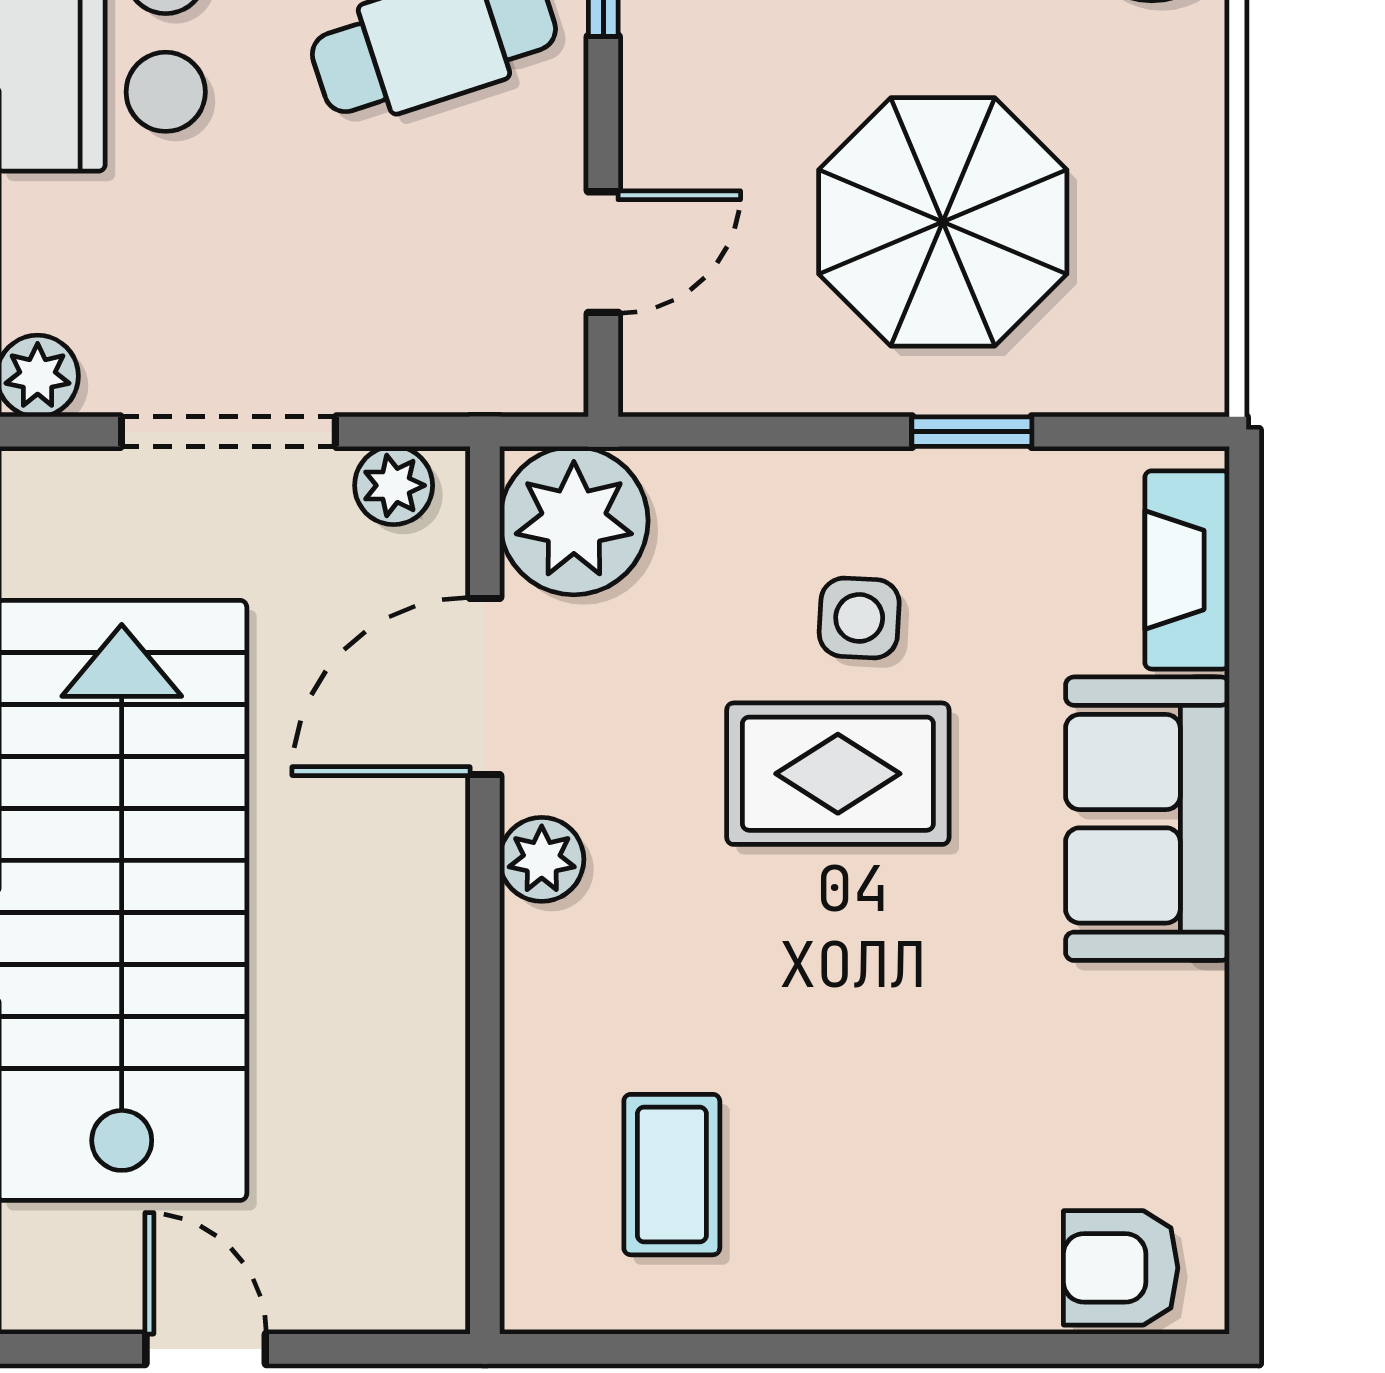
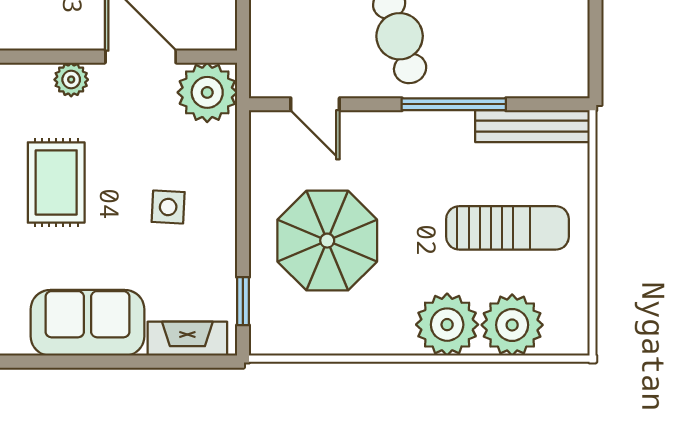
window: (972, 432) -> (243, 301), moved
plant: (394, 485) -> (221, 20), removed
rug: (838, 774) -> (56, 182), moved

